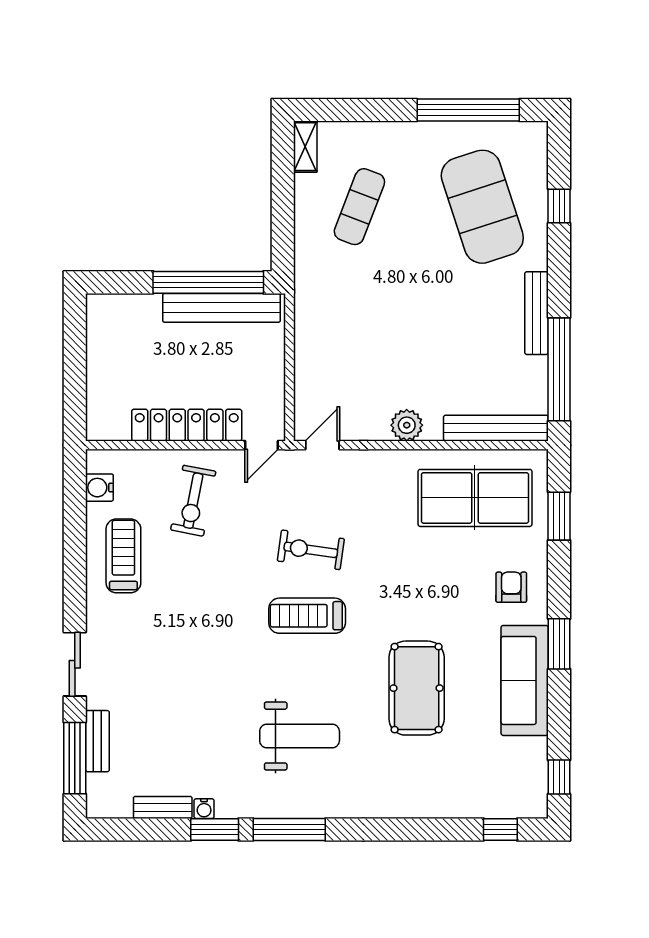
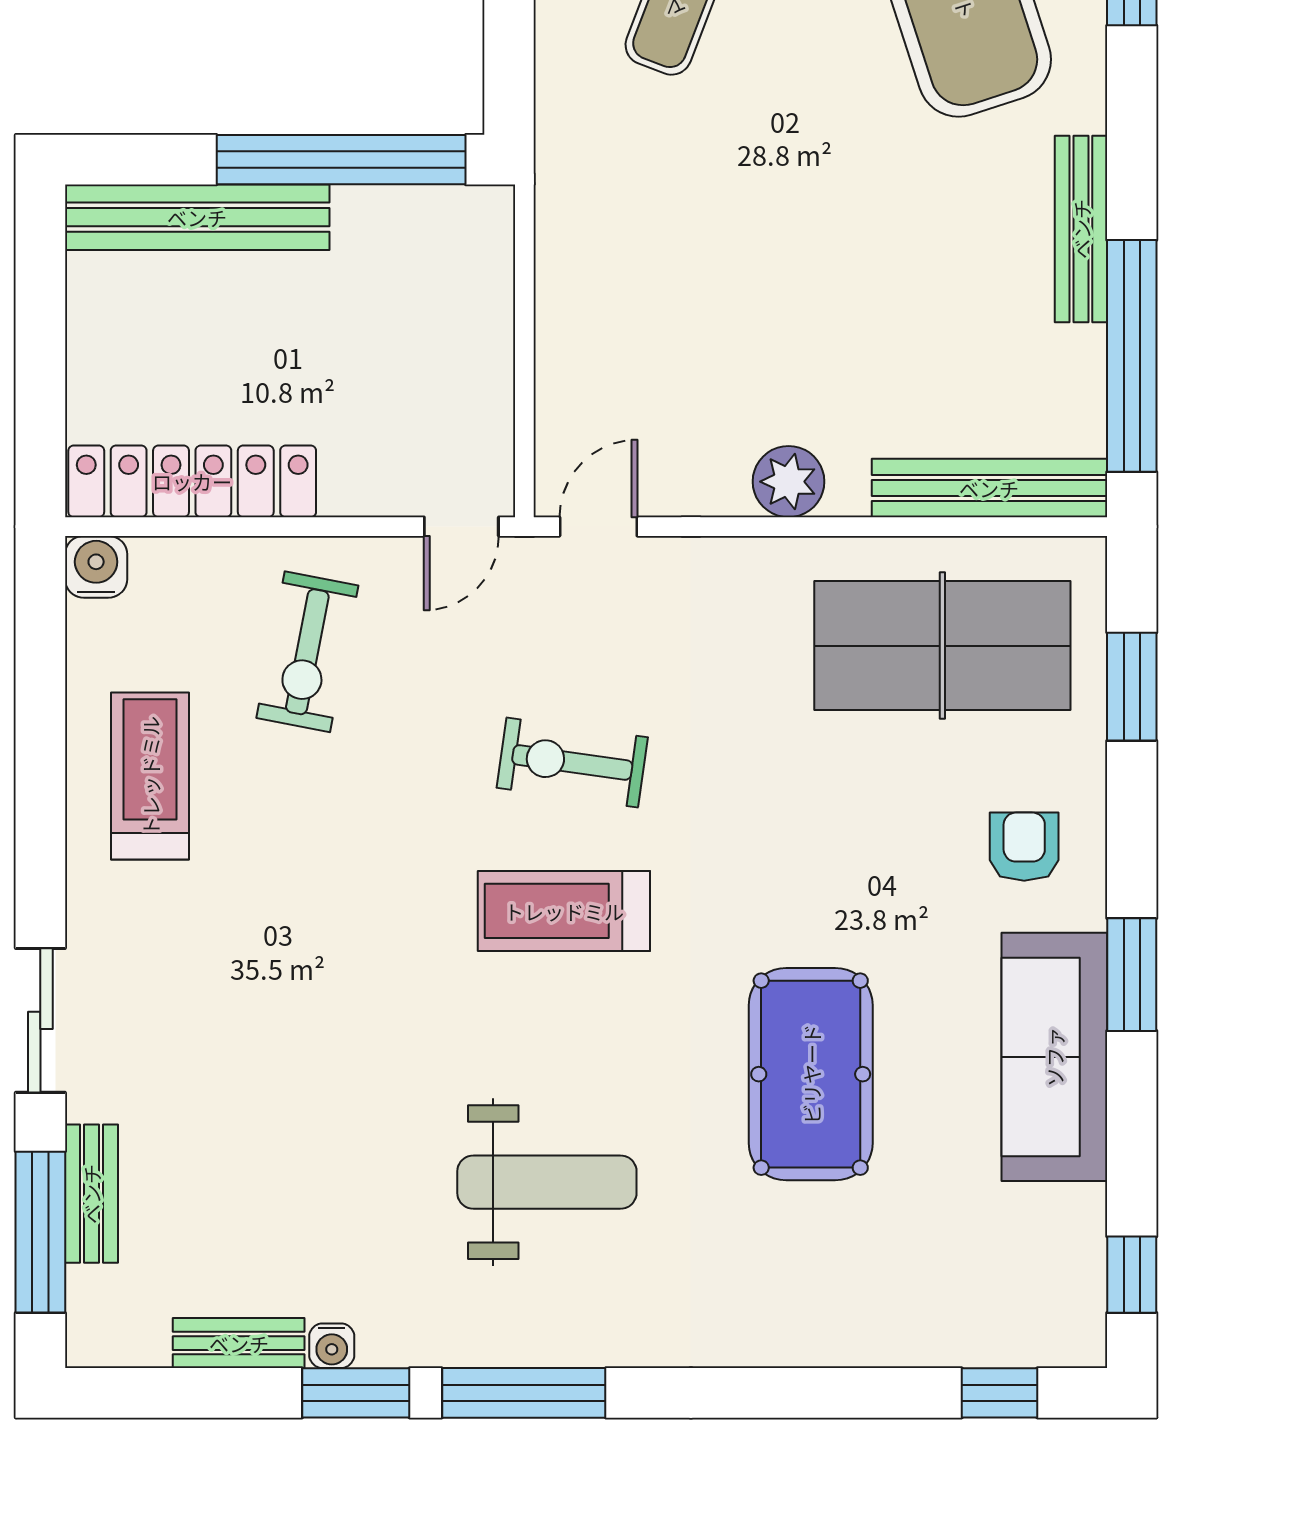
bench: (221, 308) -> (197, 217), moved
locker: (187, 425) -> (192, 481), moved
water cooler: (99, 488) -> (96, 567), moved, turned 90

